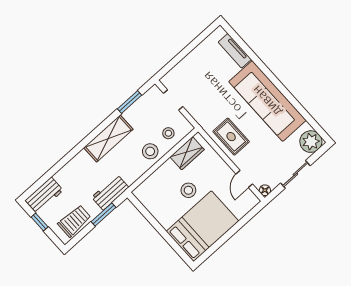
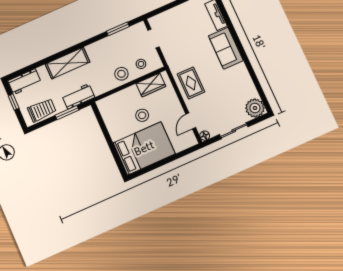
sofa: (267, 101) -> (226, 48), width x0.54, depth x0.79
shelving: (108, 138) -> (68, 63), moved

